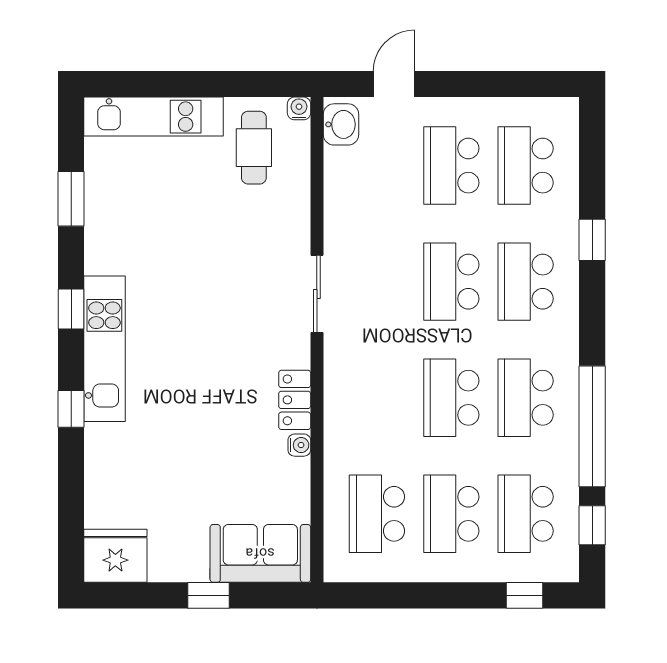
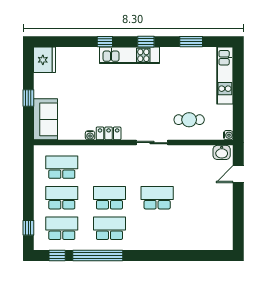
door: (394, 84) -> (238, 174), swing flipped
cafe table: (254, 148) -> (189, 120), moved
school desk: (451, 166) -> (205, 198), removed
school desk: (526, 166) -> (205, 228), removed
window: (592, 240) -> (174, 256), removed
school desk: (526, 282) -> (157, 228), removed

